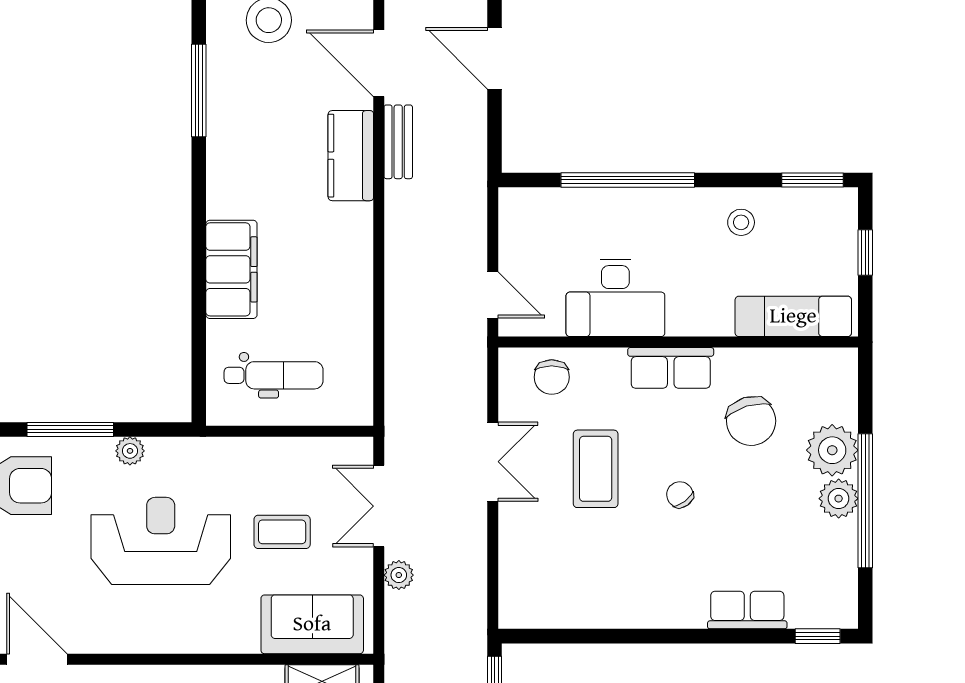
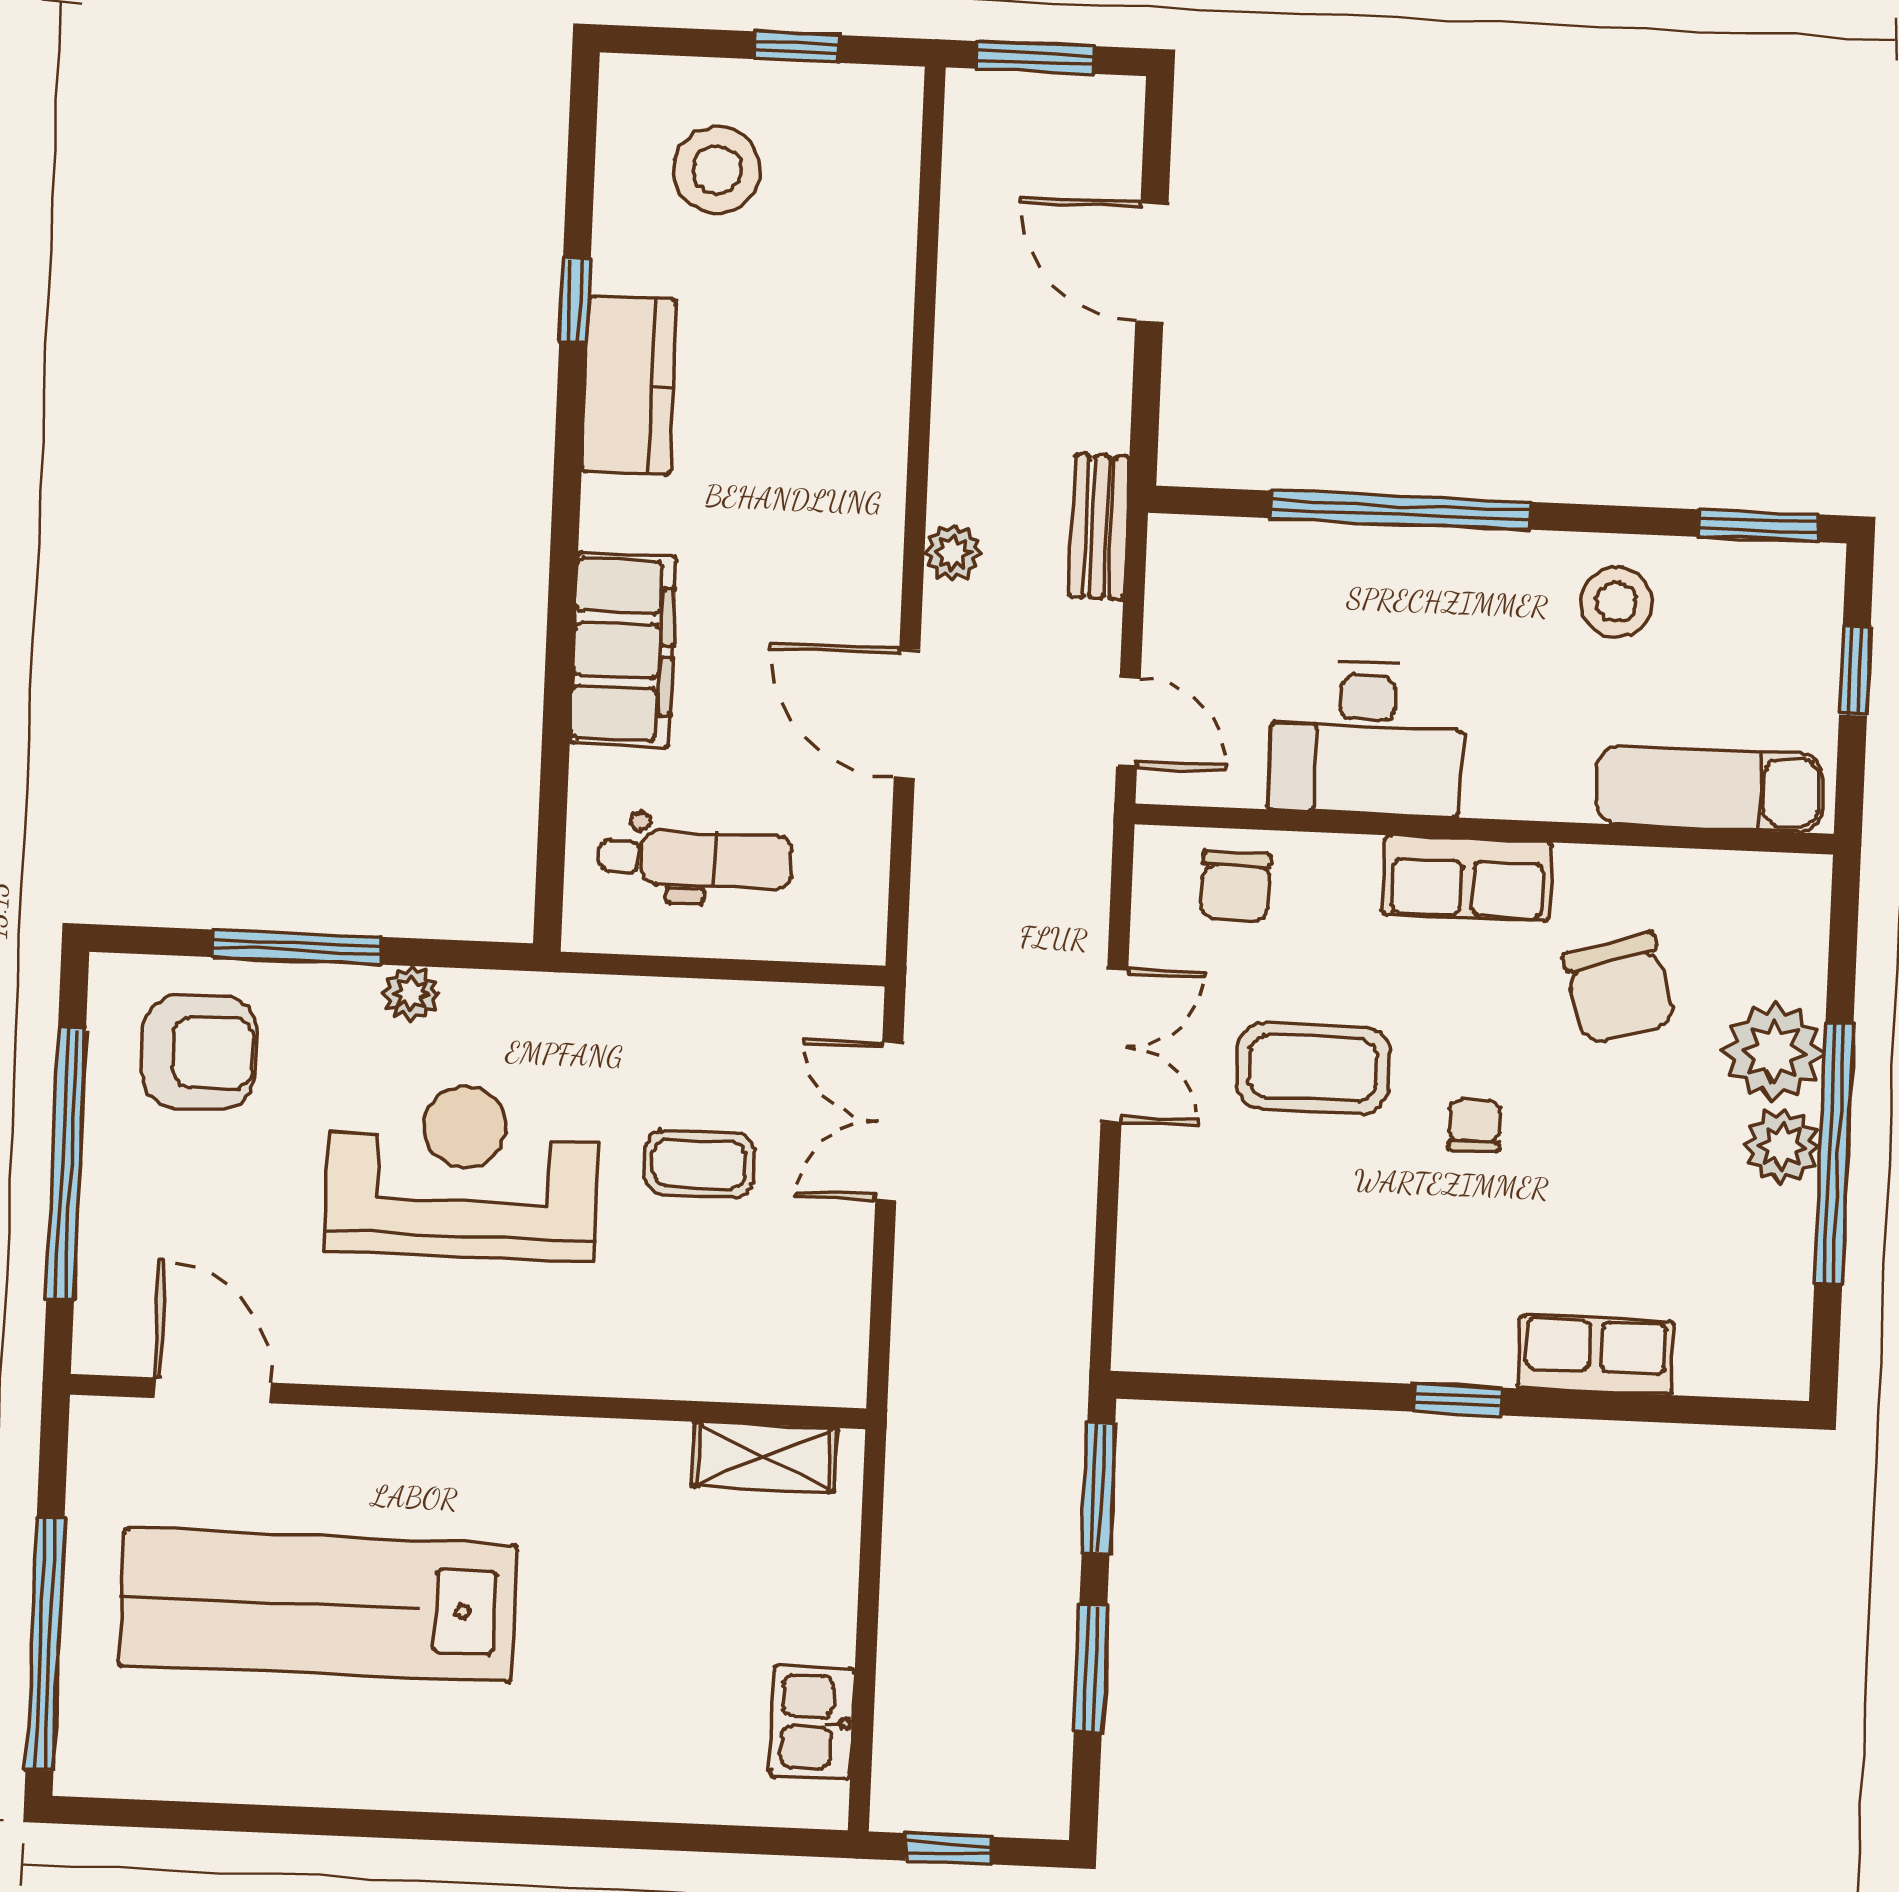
door: (379, 63) -> (907, 714), moved
window: (199, 91) -> (575, 300), width x0.46
bench: (398, 142) -> (1099, 527), moved
kitchen counter: (351, 156) -> (629, 385), moved, turned 180
stool: (741, 222) -> (1616, 602), width x1.37, depth x1.37
coffee table: (596, 469) -> (1313, 1068), turned 90
chair: (680, 495) -> (1475, 1125), turned 37
plant: (399, 575) -> (953, 552), moved
sofa: (312, 624) -> (750, 1346), removed
window: (818, 636) -> (1457, 1400), moved

